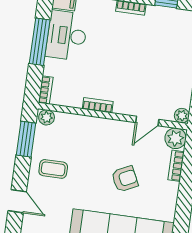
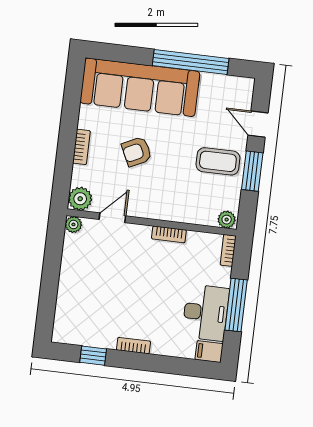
window: (26, 139) -> (252, 171), moved
bookcase: (176, 166) -> (81, 147), moved
coffee table: (53, 169) -> (218, 161), width x1.36, depth x1.30

